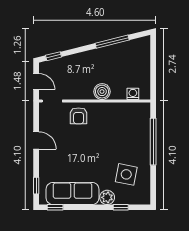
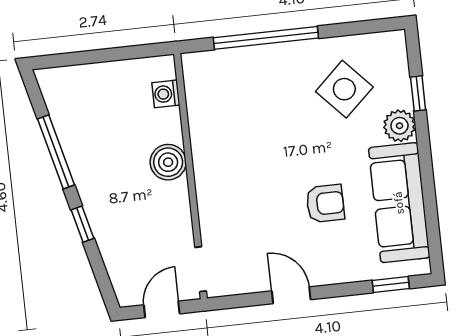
window: (53, 56) -> (82, 224), moved
armchair: (79, 116) -> (325, 204), moved
door: (36, 140) -> (291, 295), hinge flipped
side table: (126, 174) -> (344, 89), turned 36
window: (55, 207) -> (434, 238), removed

